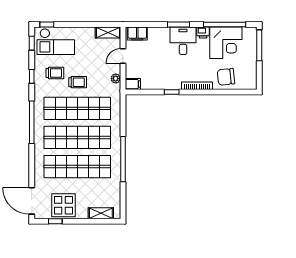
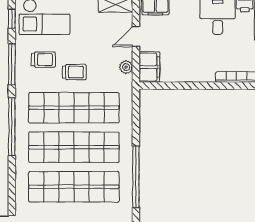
window: (32, 76) -> (12, 64), width x2.17
filing cabinet: (133, 84) -> (149, 67), width x2.00
window: (172, 92) -> (202, 86), removed

